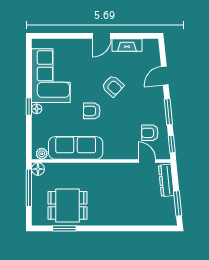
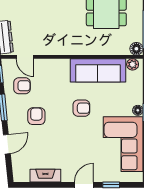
window: (63, 36) -> (111, 185), added
door: (102, 36) -> (84, 185), moved
armchair: (113, 86) -> (36, 116), moved, turned 48

